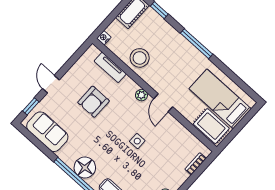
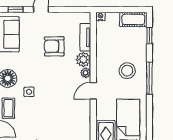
stool: (140, 58) -> (127, 71), moved
plant: (128, 87) -> (83, 60), added
side table: (137, 141) -> (29, 92), moved

